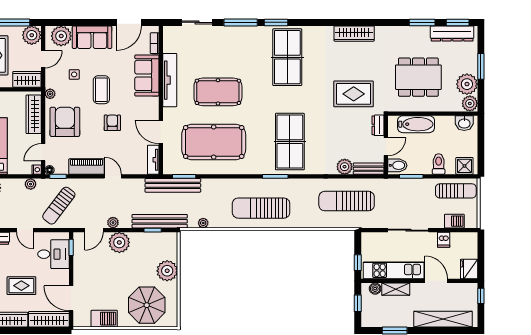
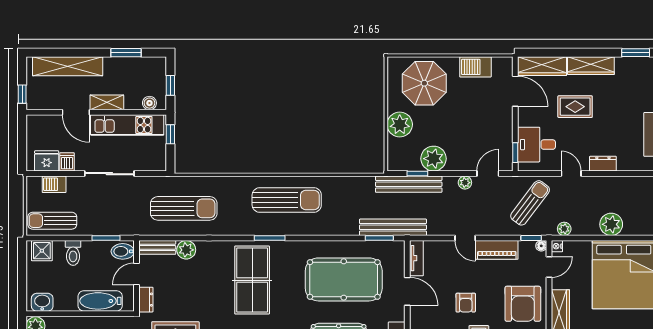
plant: (203, 223) -> (356, 182), removed
plant: (119, 242) -> (434, 159), moved
fridge: (469, 269) -> (47, 161), moved, turned -90
shelving: (396, 289) -> (107, 102), moved

